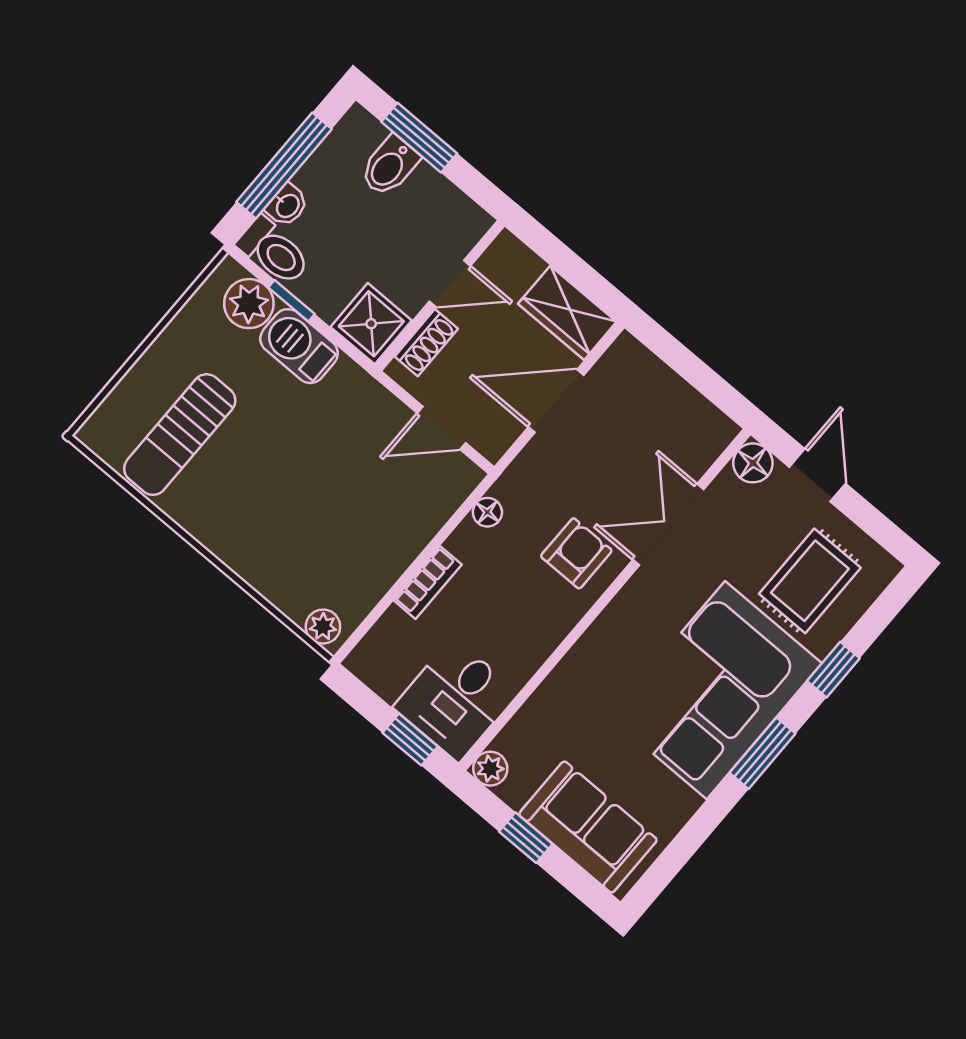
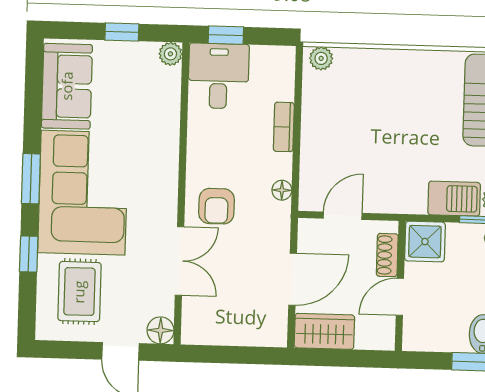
sofa: (588, 827) -> (67, 86), moved, turned -90

